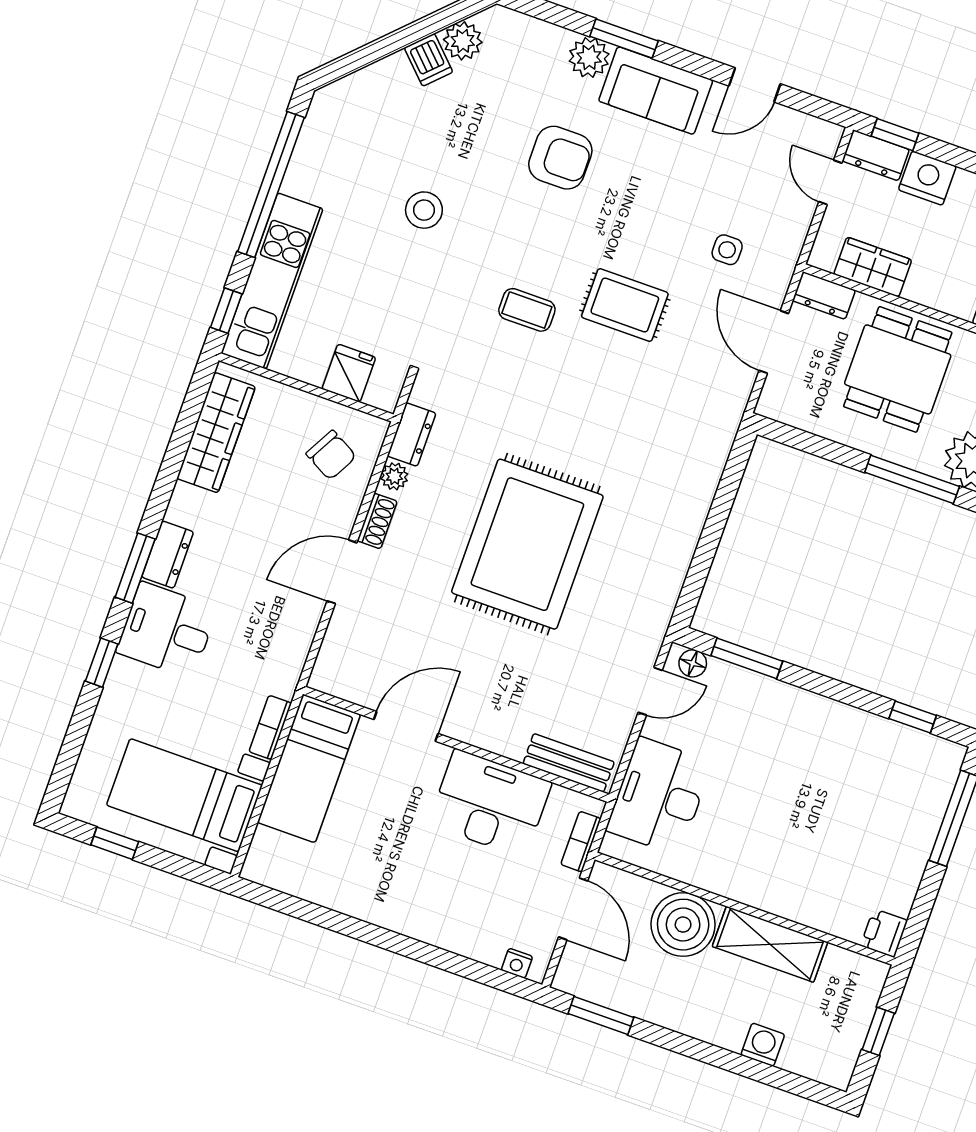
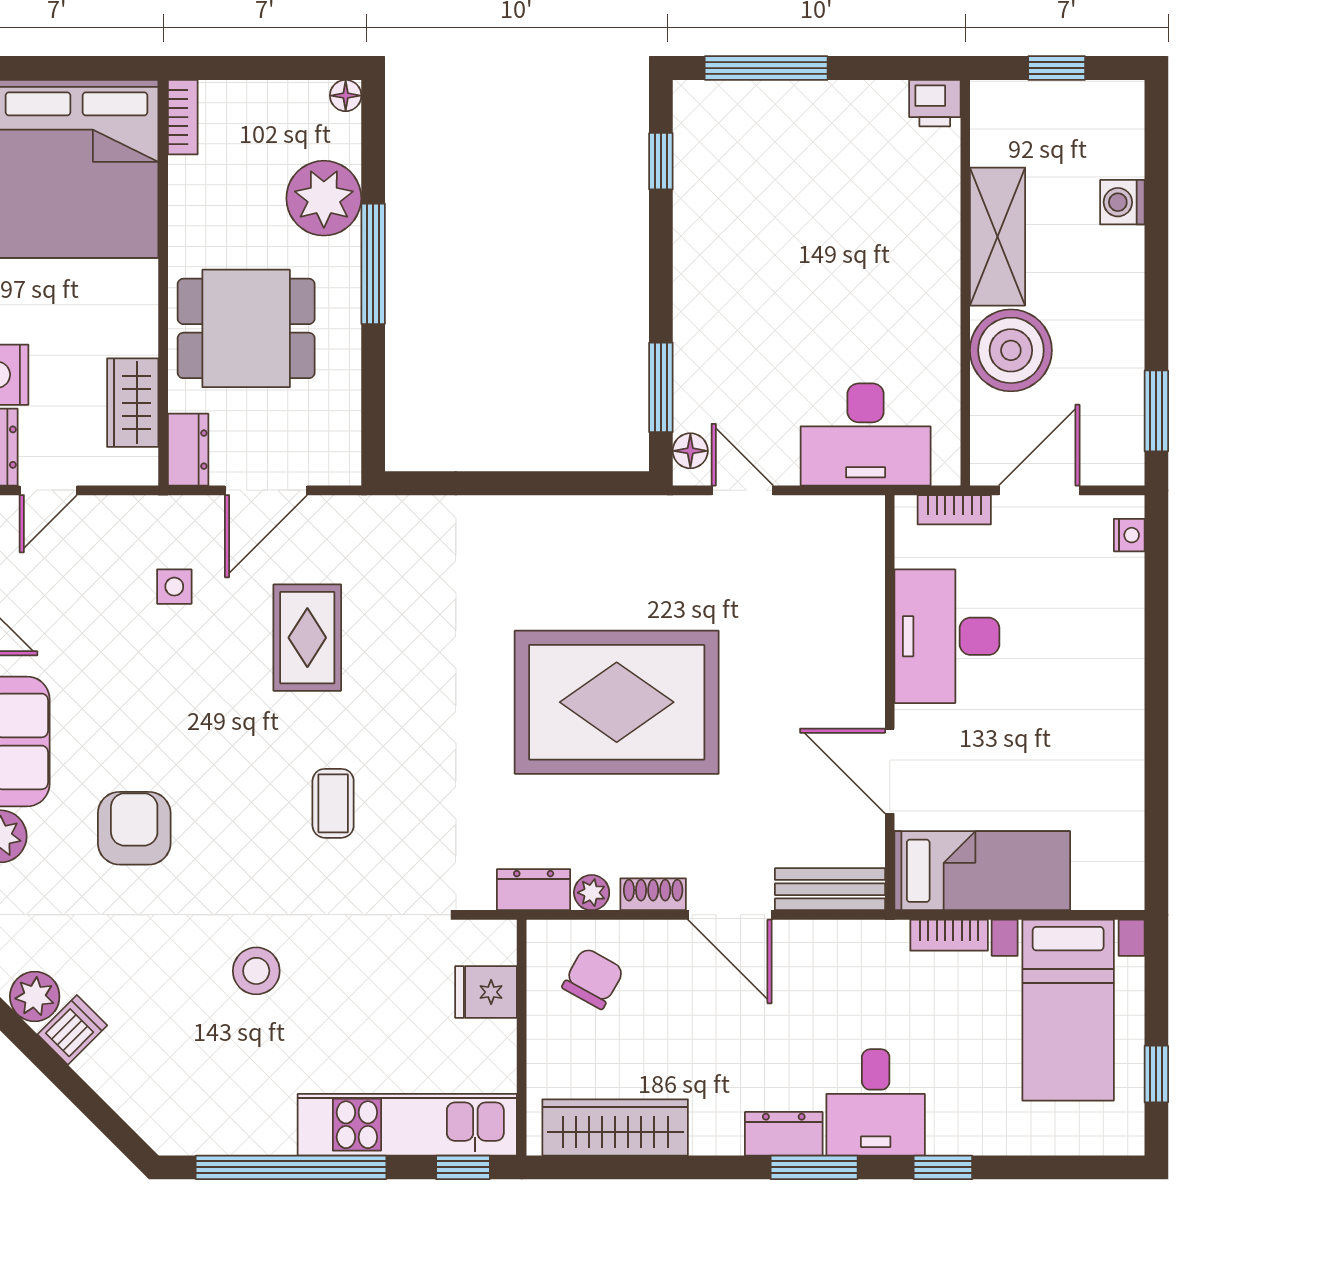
rug: (625, 305) -> (307, 638), moved
bench: (569, 763) -> (830, 889), moved, turned 90

